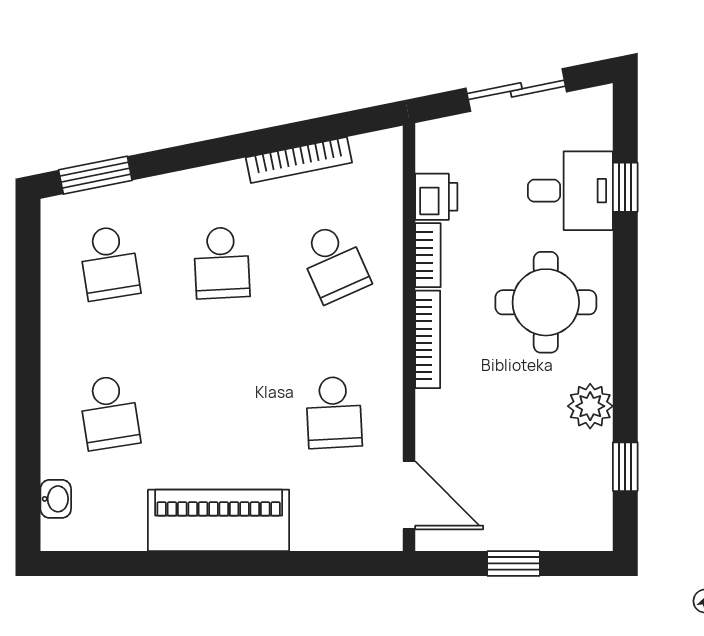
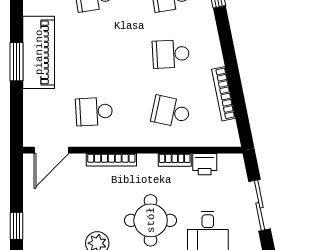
school desk: (334, 263) -> (171, 112), turned 36
bookcase: (428, 339) -> (111, 160), moved
window: (237, 563) -> (16, 62), added
window: (514, 563) -> (16, 226), moved

